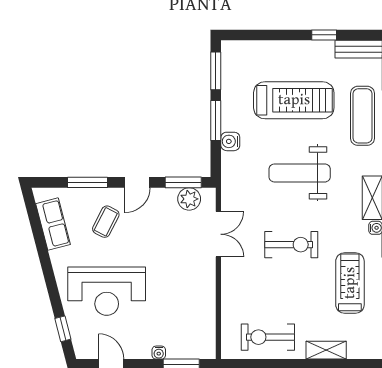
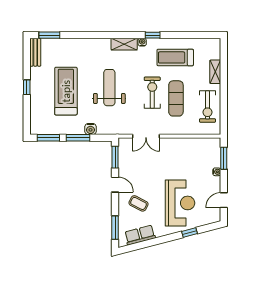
window: (324, 35) -> (27, 87), moved
exercise mat: (363, 116) -> (176, 98), moved, turned 90
weight bench: (300, 173) -> (109, 88), turned 180
window: (87, 182) -> (115, 228), moved
plant: (189, 199) -> (125, 154), removed
double door: (218, 234) -> (146, 136), swing flipped
window: (63, 329) -> (190, 233), moved

